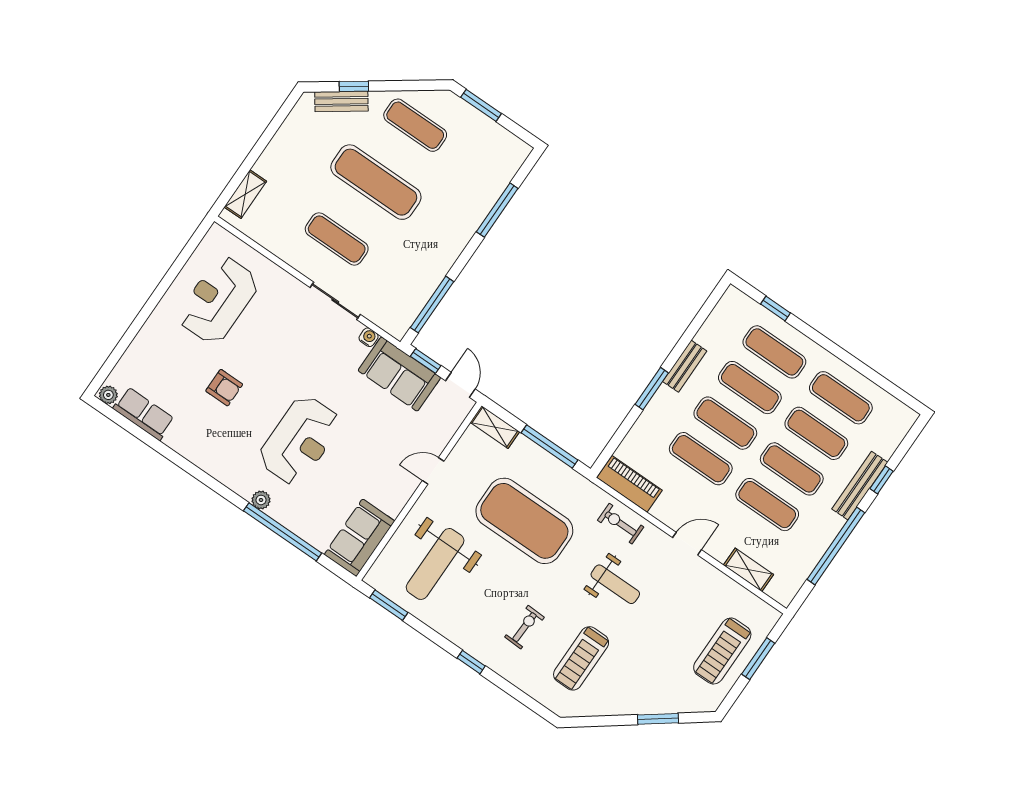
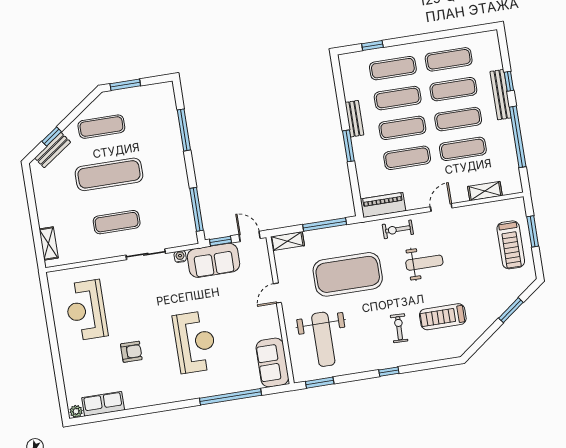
plant: (261, 500) -> (204, 391), removed
treadmill: (581, 658) -> (443, 317), turned 90

